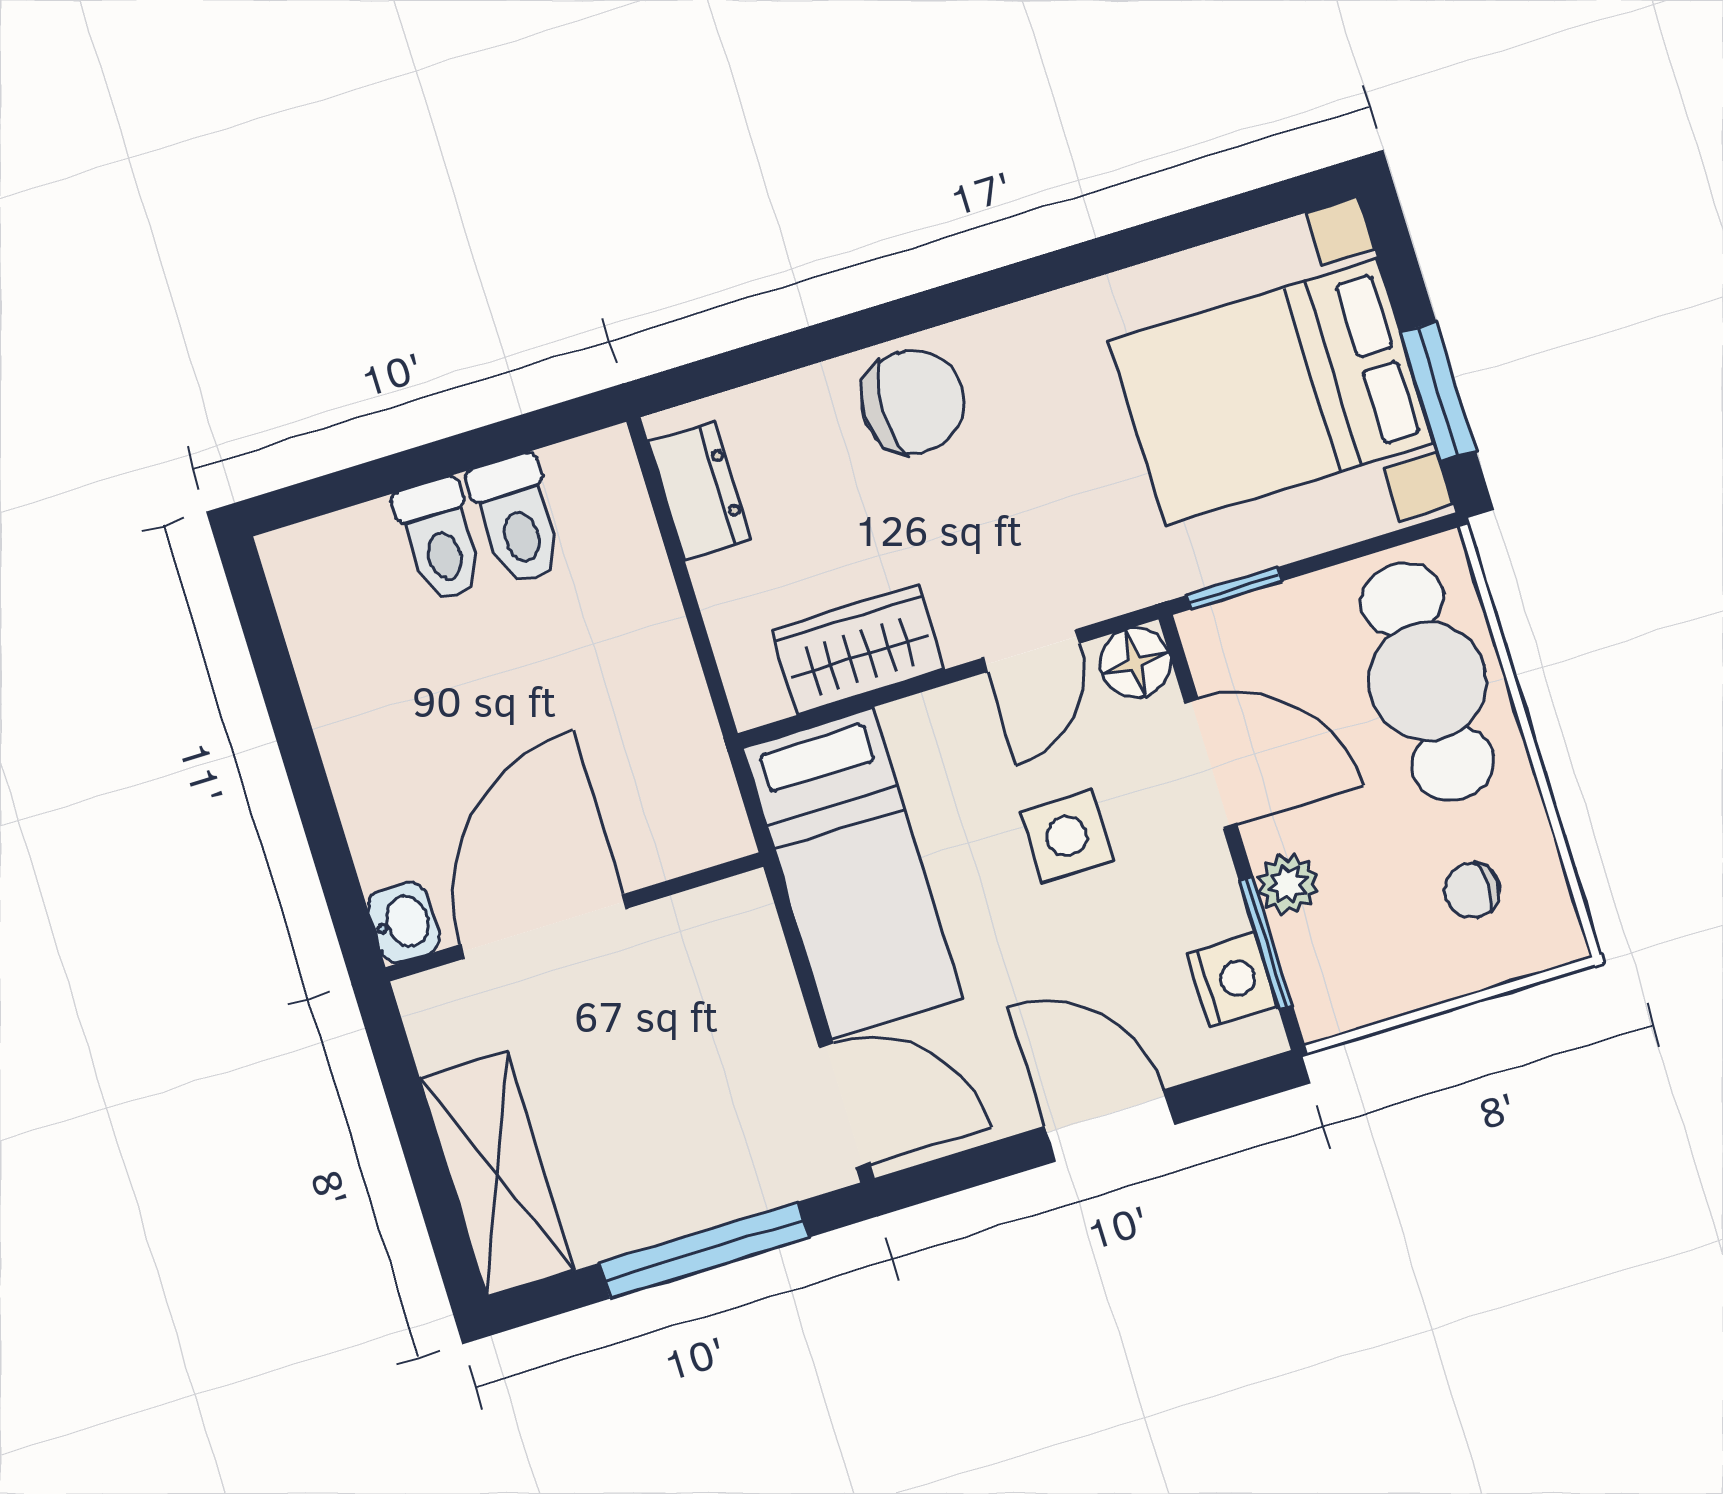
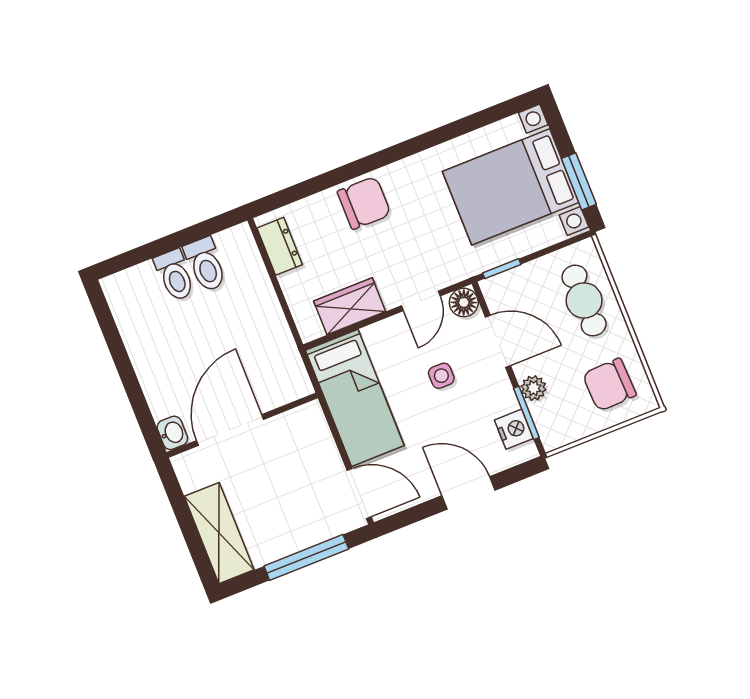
cafe table: (1427, 682) -> (584, 300), width x0.73, depth x0.74
side table: (1067, 836) -> (441, 376), width x0.73, depth x0.73
chair: (1472, 890) -> (609, 385), width x1.87, depth x1.87

